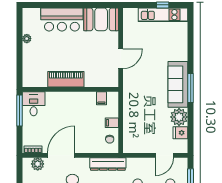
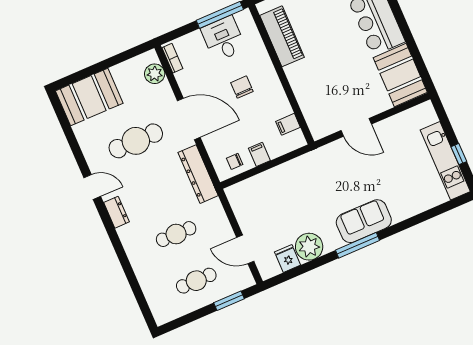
piano: (66, 79) -> (282, 36), moved
sofa: (178, 84) -> (364, 221), width x0.73
desk: (34, 104) -> (223, 39), moved, turned -90
chair: (68, 116) -> (242, 87), added
door: (61, 155) -> (189, 119), moved

